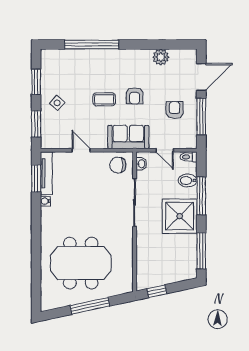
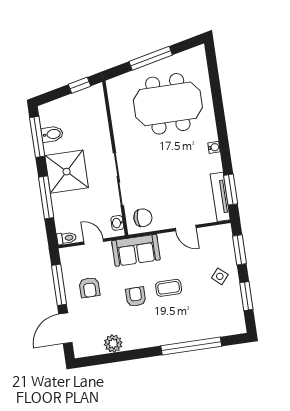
bidet: (188, 180) -> (52, 134), moved
water cooler: (45, 201) -> (214, 147), moved

